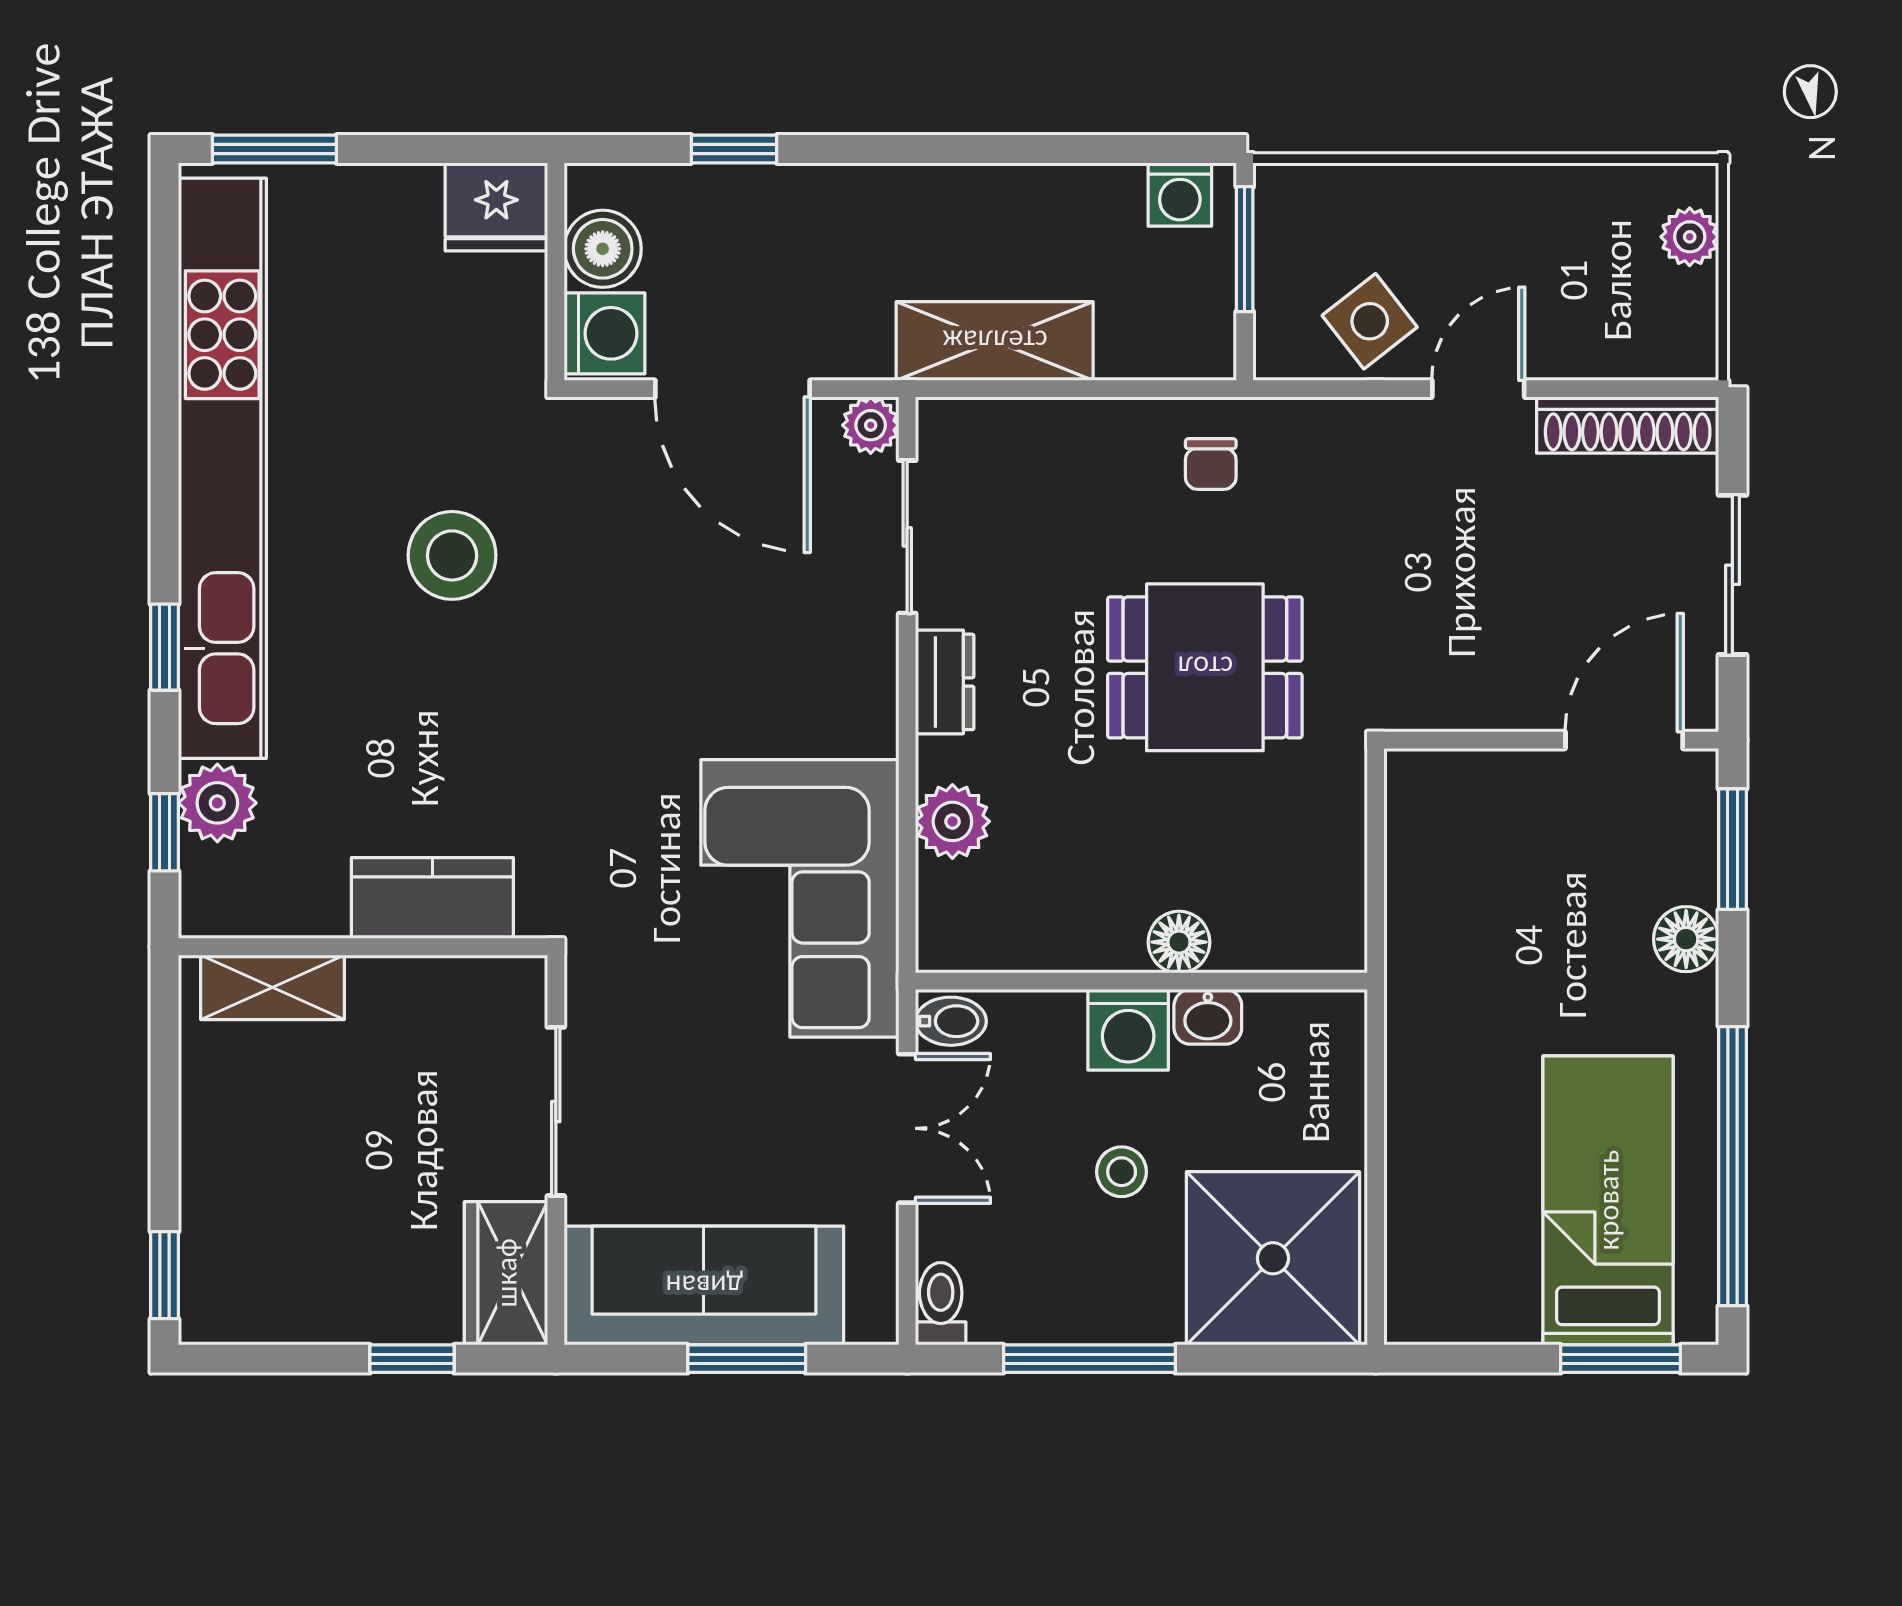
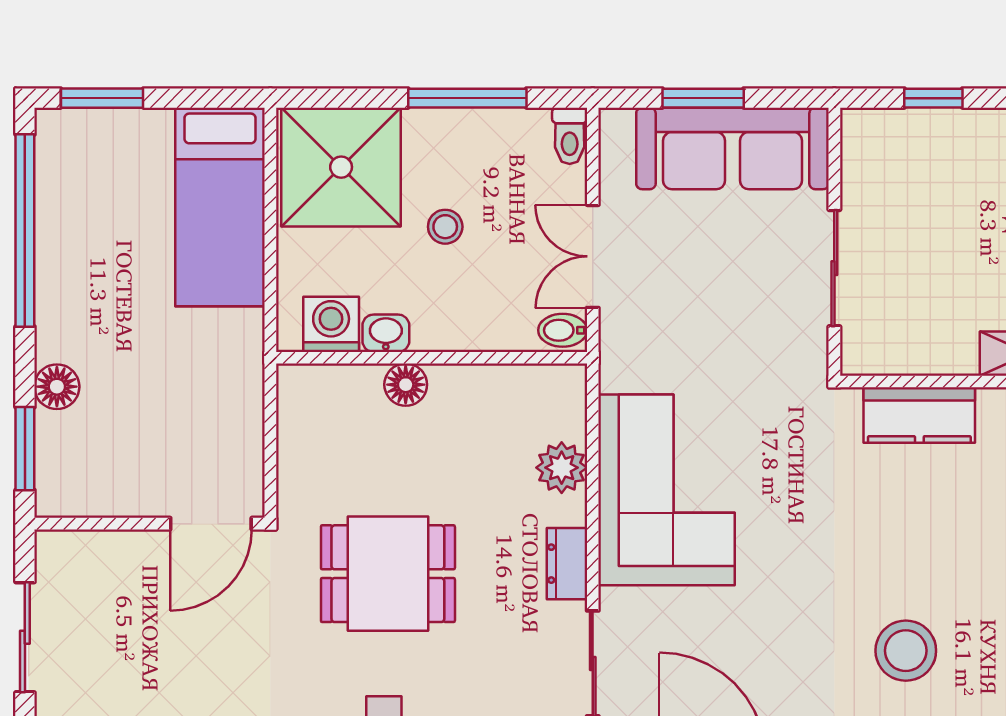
door: (1624, 740) -> (211, 524), moved
corner sofa: (800, 898) -> (667, 490), moved
washing machine: (1128, 1030) -> (331, 324), moved
bed: (1608, 1200) -> (220, 207), moved
wardrobe: (506, 1273) -> (869, 157), removed

